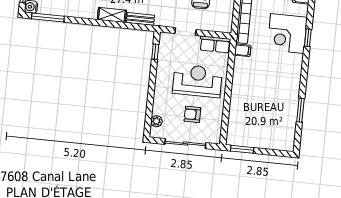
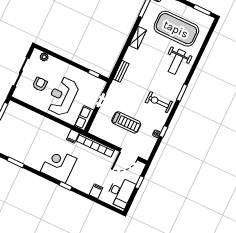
shelving: (112, 15) -> (138, 38), moved
corner desk: (287, 34) -> (59, 165), moved
reception desk: (197, 81) -> (63, 96), turned 180

